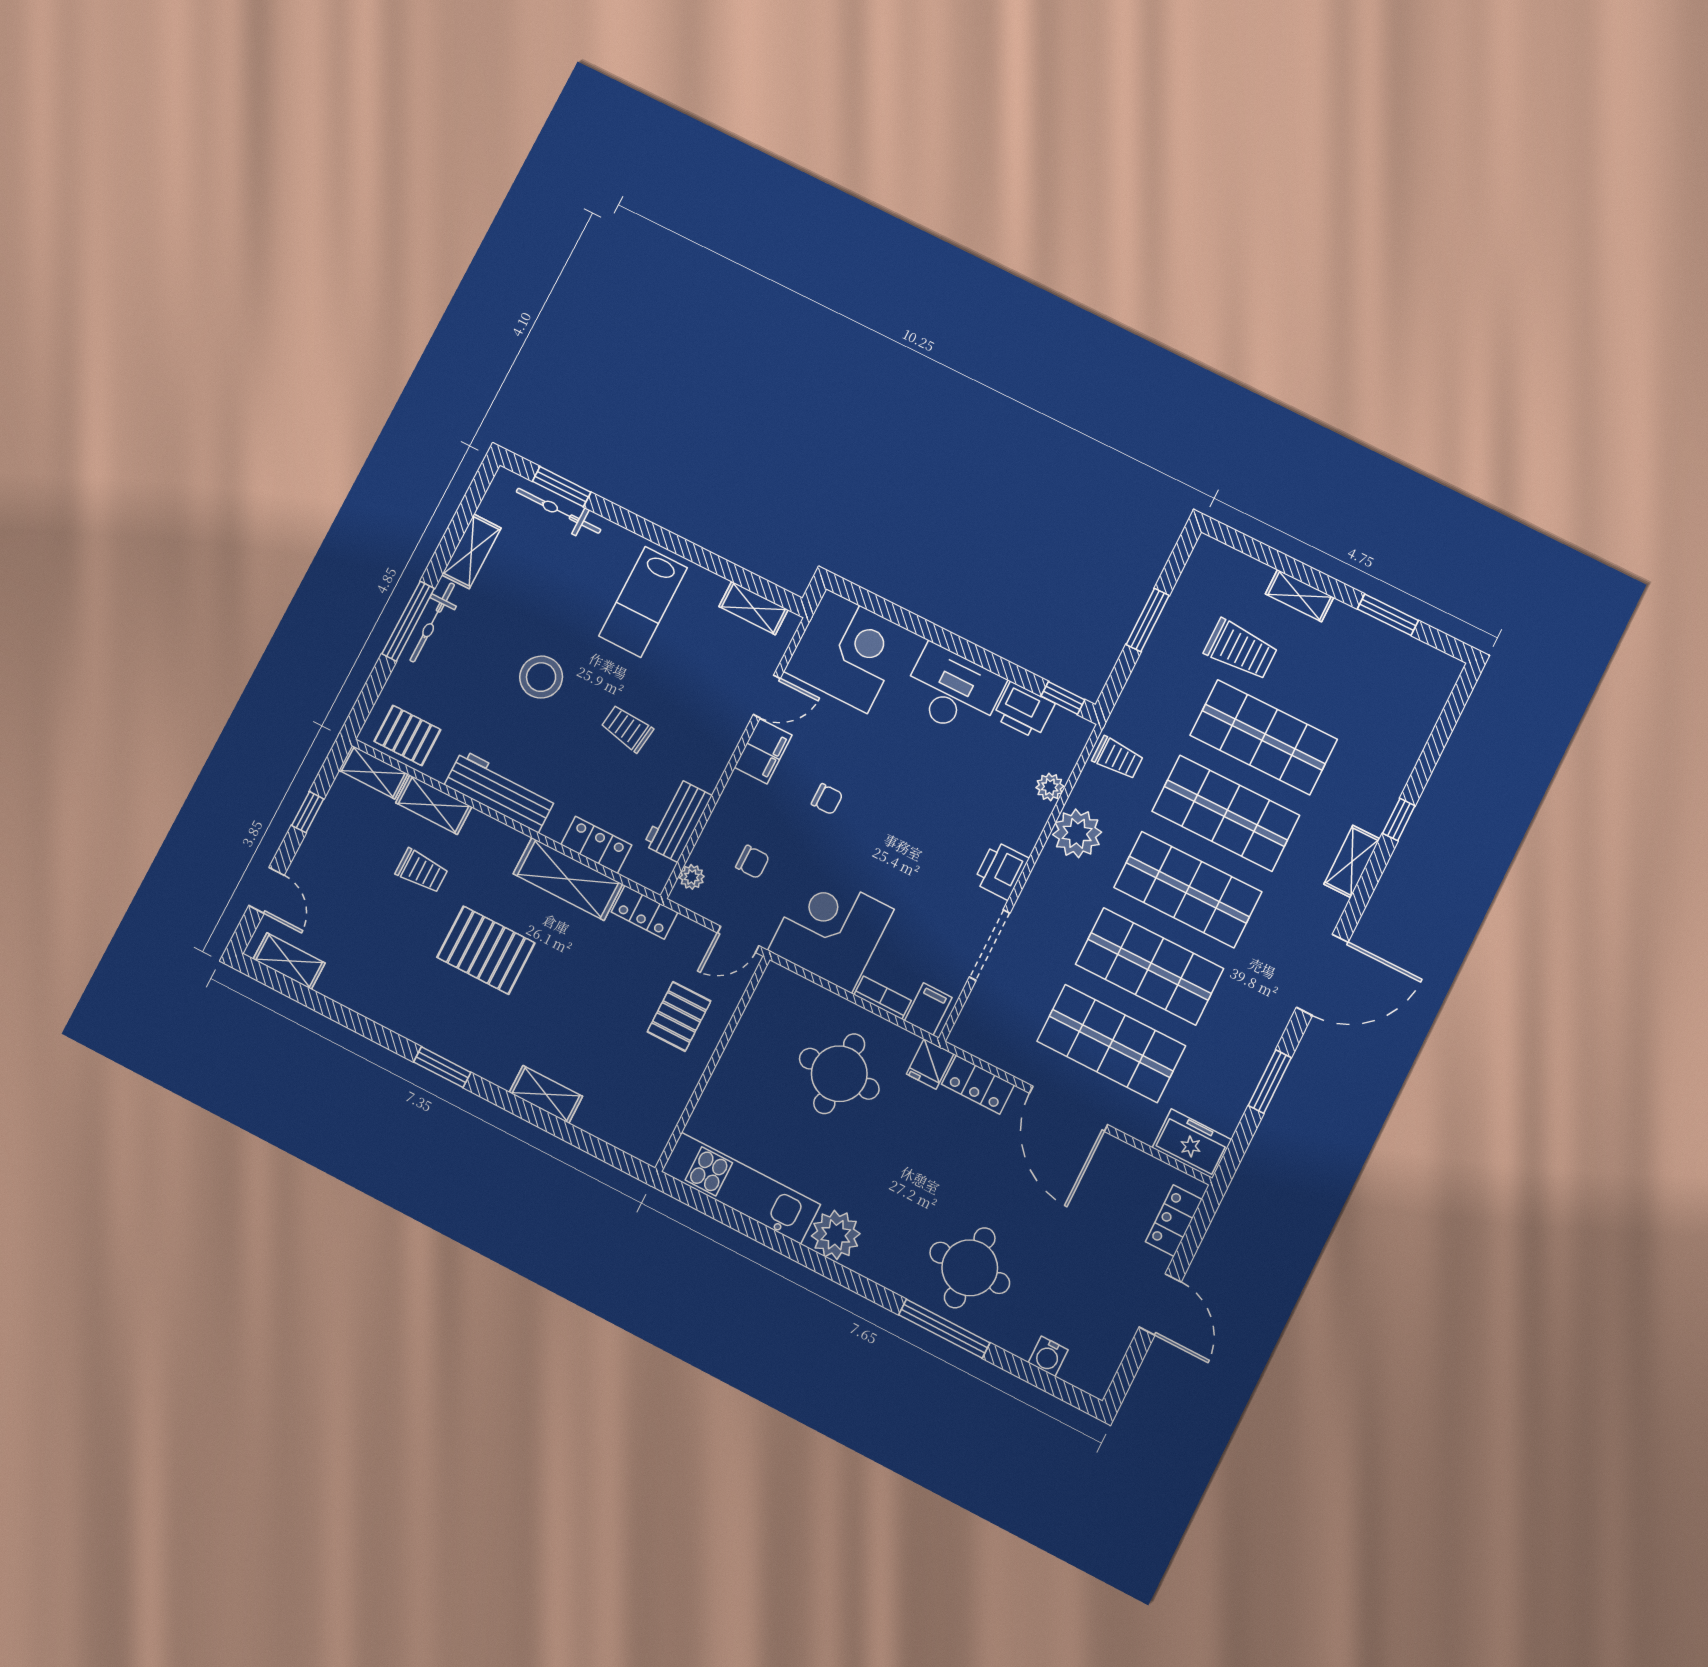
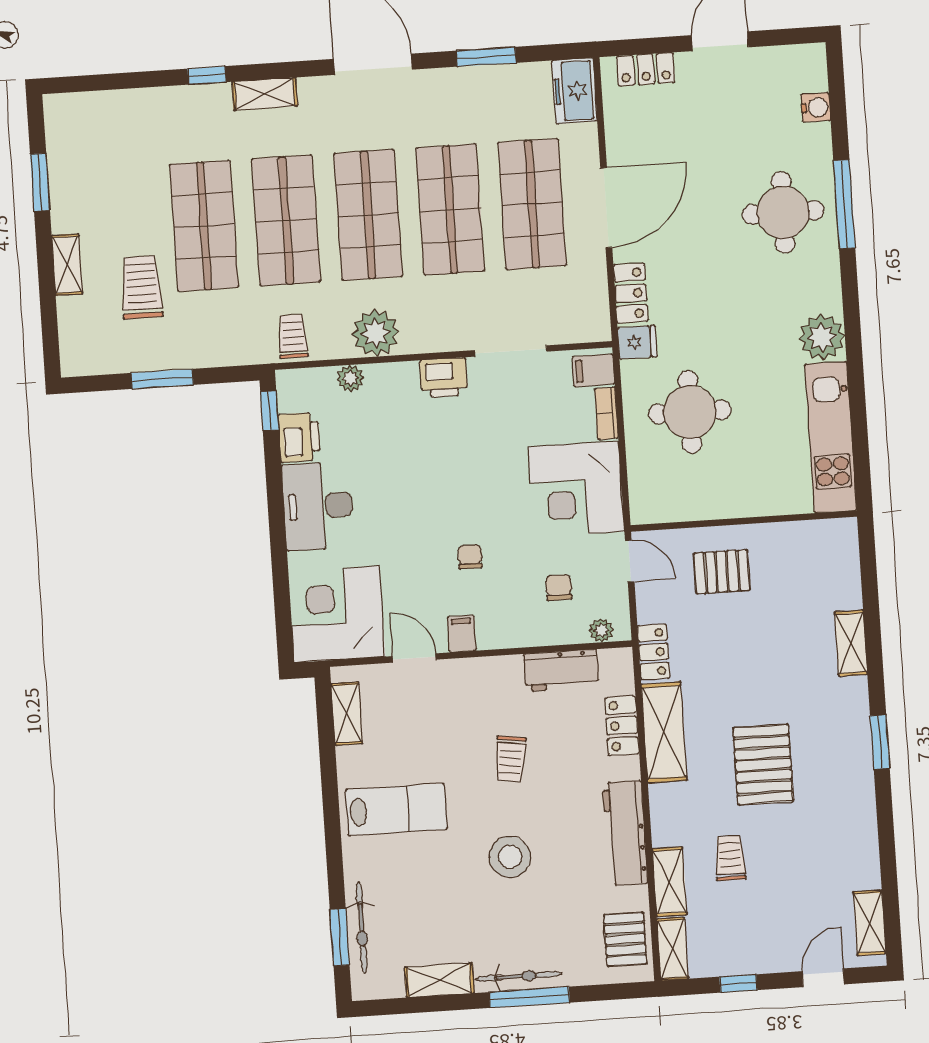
filing cabinet: (763, 751) -> (462, 634), width x0.50

